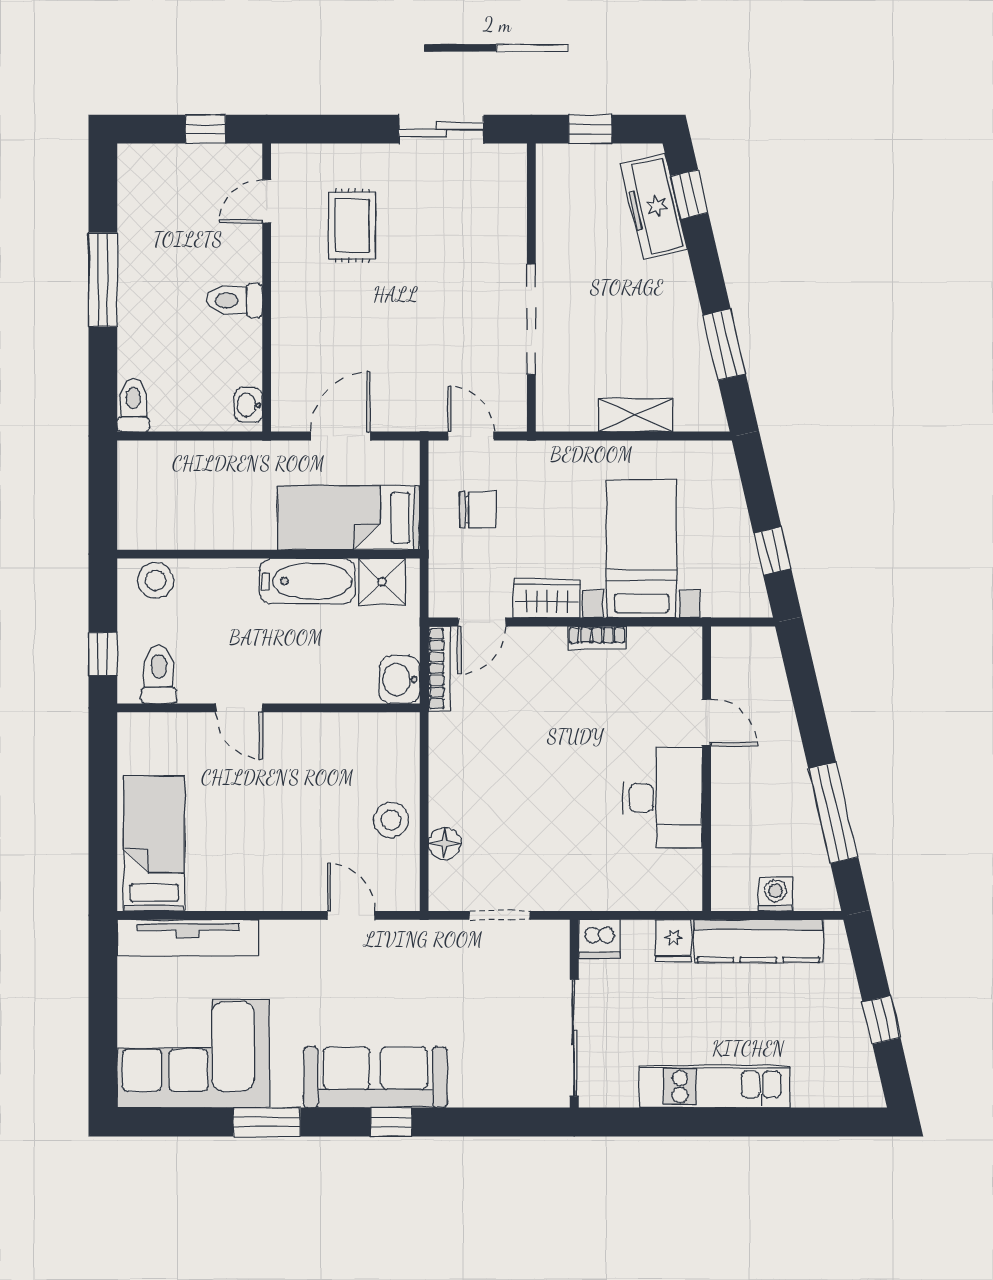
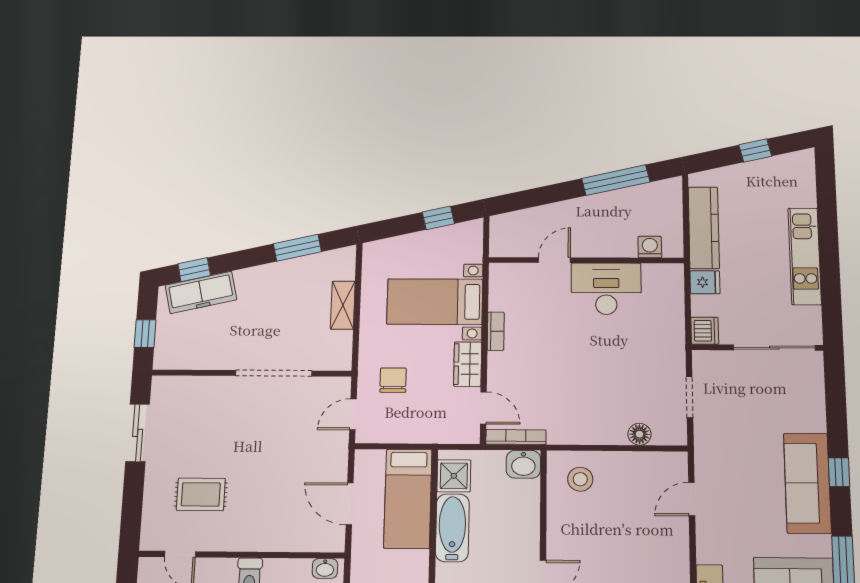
chair: (478, 510) -> (393, 380), moved
stool: (391, 820) -> (580, 479), moved
washing machine: (776, 894) -> (650, 247), moved, turned 90

